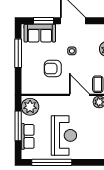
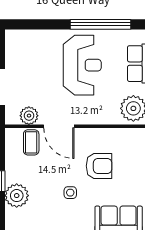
reception desk: (64, 135) -> (82, 65), turned 180

